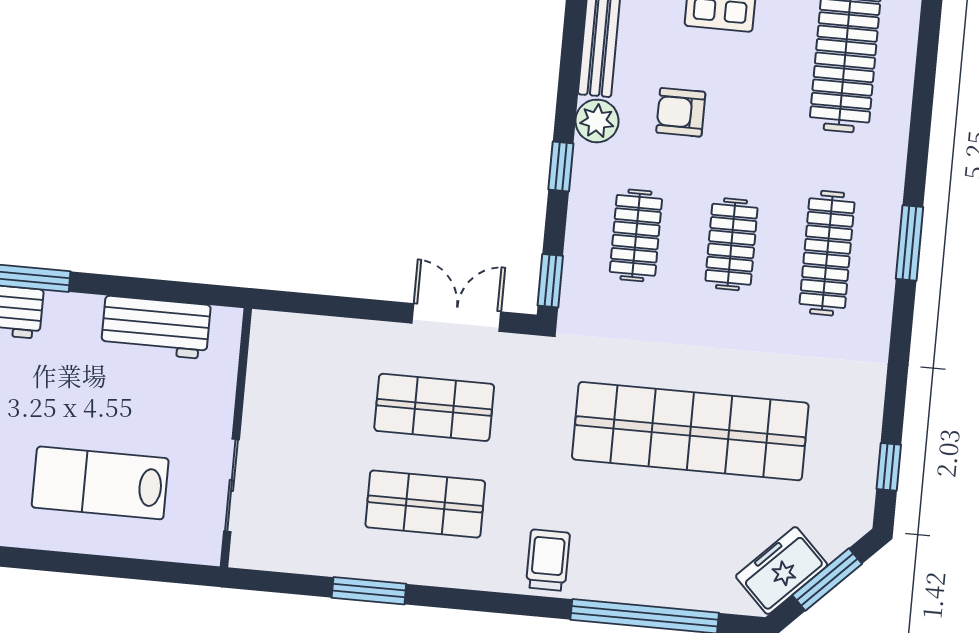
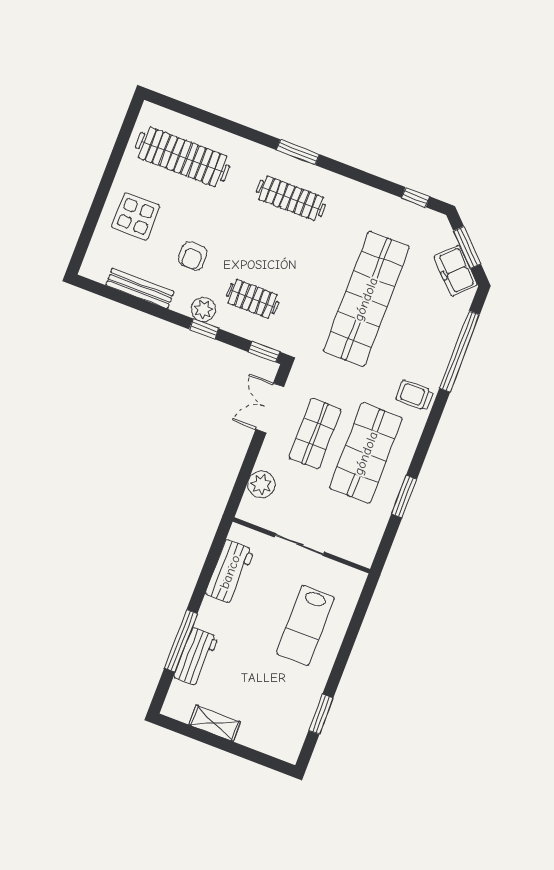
plant: (597, 121) -> (203, 310), moved
clothes rail: (731, 244) -> (272, 248), removed
plant: (321, 340) -> (261, 484), added
sliding door: (231, 485) -> (299, 544), moved
shop shelf: (425, 504) -> (366, 453), width x1.43, depth x1.36

